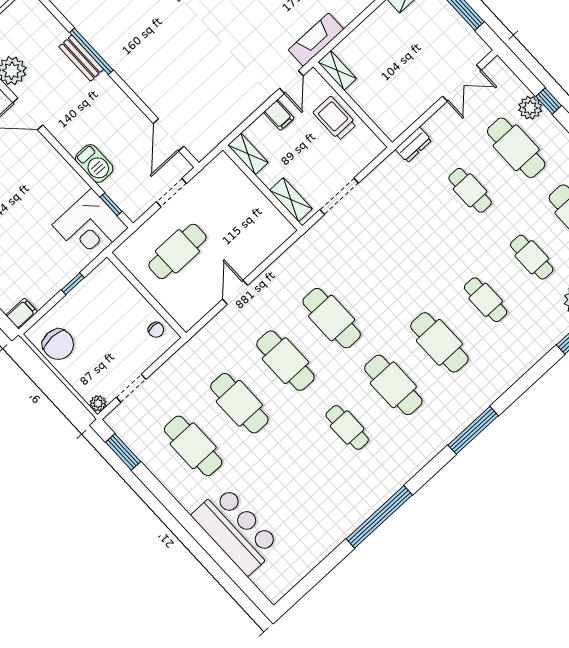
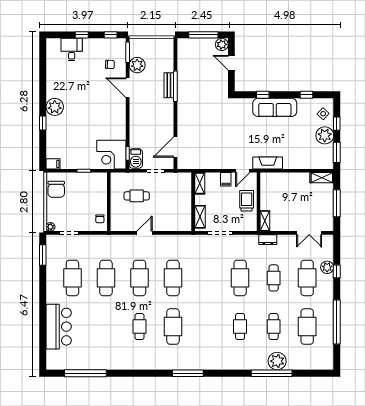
shelving: (337, 70) -> (265, 221), moved
barbecue: (94, 163) -> (136, 158), moved
cafe table: (177, 251) -> (137, 196), width x0.73, depth x0.74
cafe table: (439, 342) -> (240, 278), moved
window: (379, 517) -> (85, 373), moved

